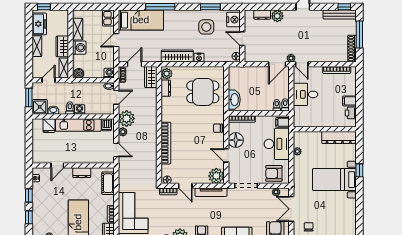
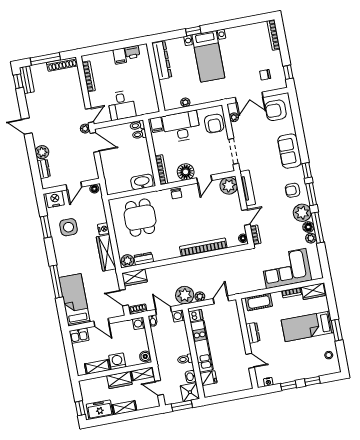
bench: (340, 15) -> (27, 80), width x0.73
washing machine: (80, 109) -> (178, 316), moved

